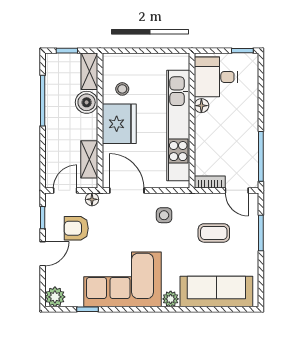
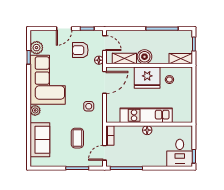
desk: (216, 77) -> (180, 153), moved, turned 180
boiler: (87, 102) -> (144, 57), moved
floor lamp: (201, 106) -> (147, 130), moved
kitchen unit: (178, 126) -> (146, 115), width x0.73
armchair: (76, 228) -> (80, 50), turned -90
door: (43, 254) -> (64, 29), hinge flipped
sofa: (216, 292) -> (40, 140), width x0.73
plant: (55, 297) -> (37, 48), moved

